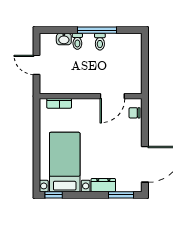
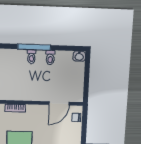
window: (97, 30) -> (34, 47), moved
washbasin: (64, 39) -> (79, 56), moved

